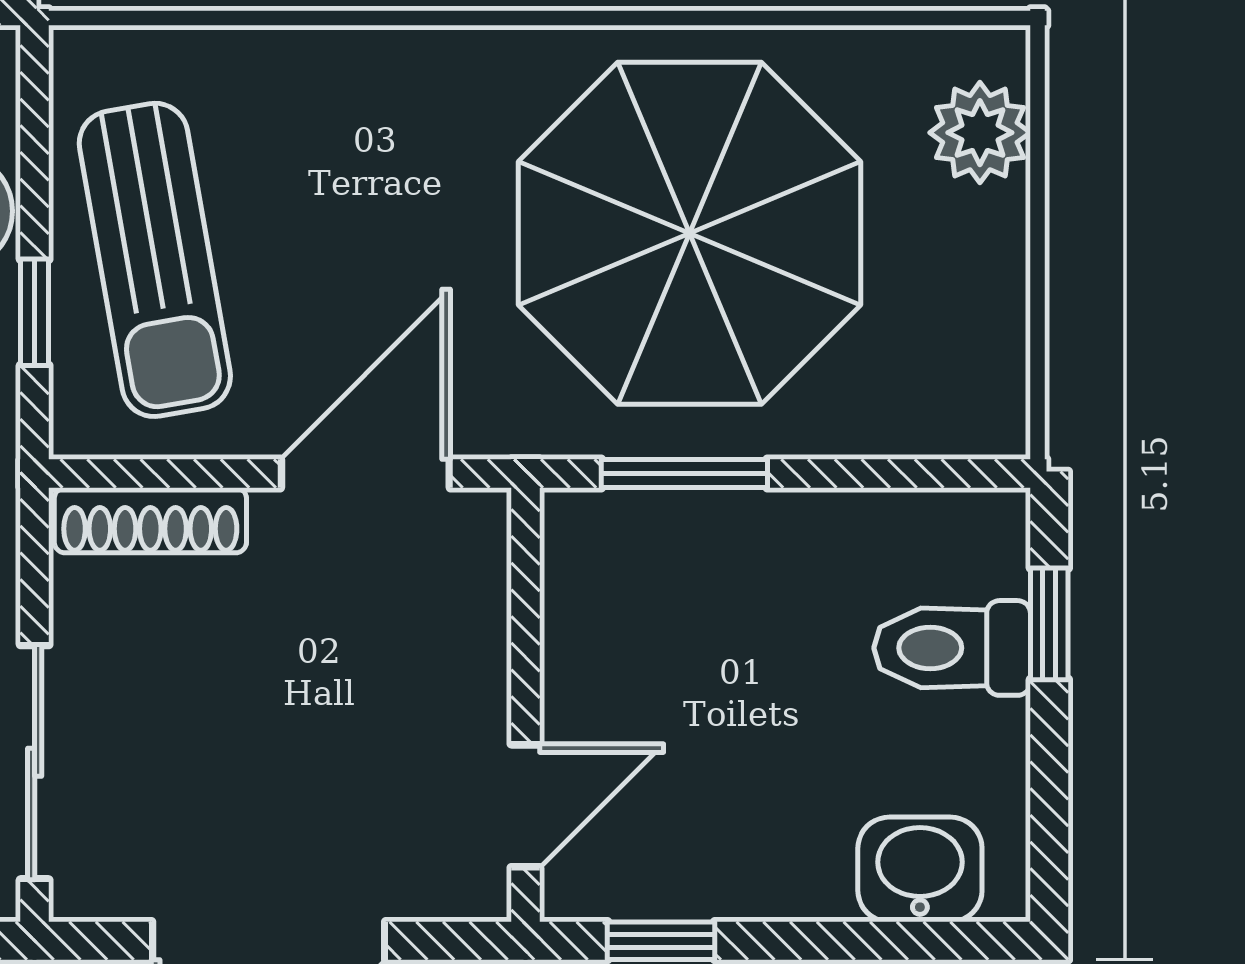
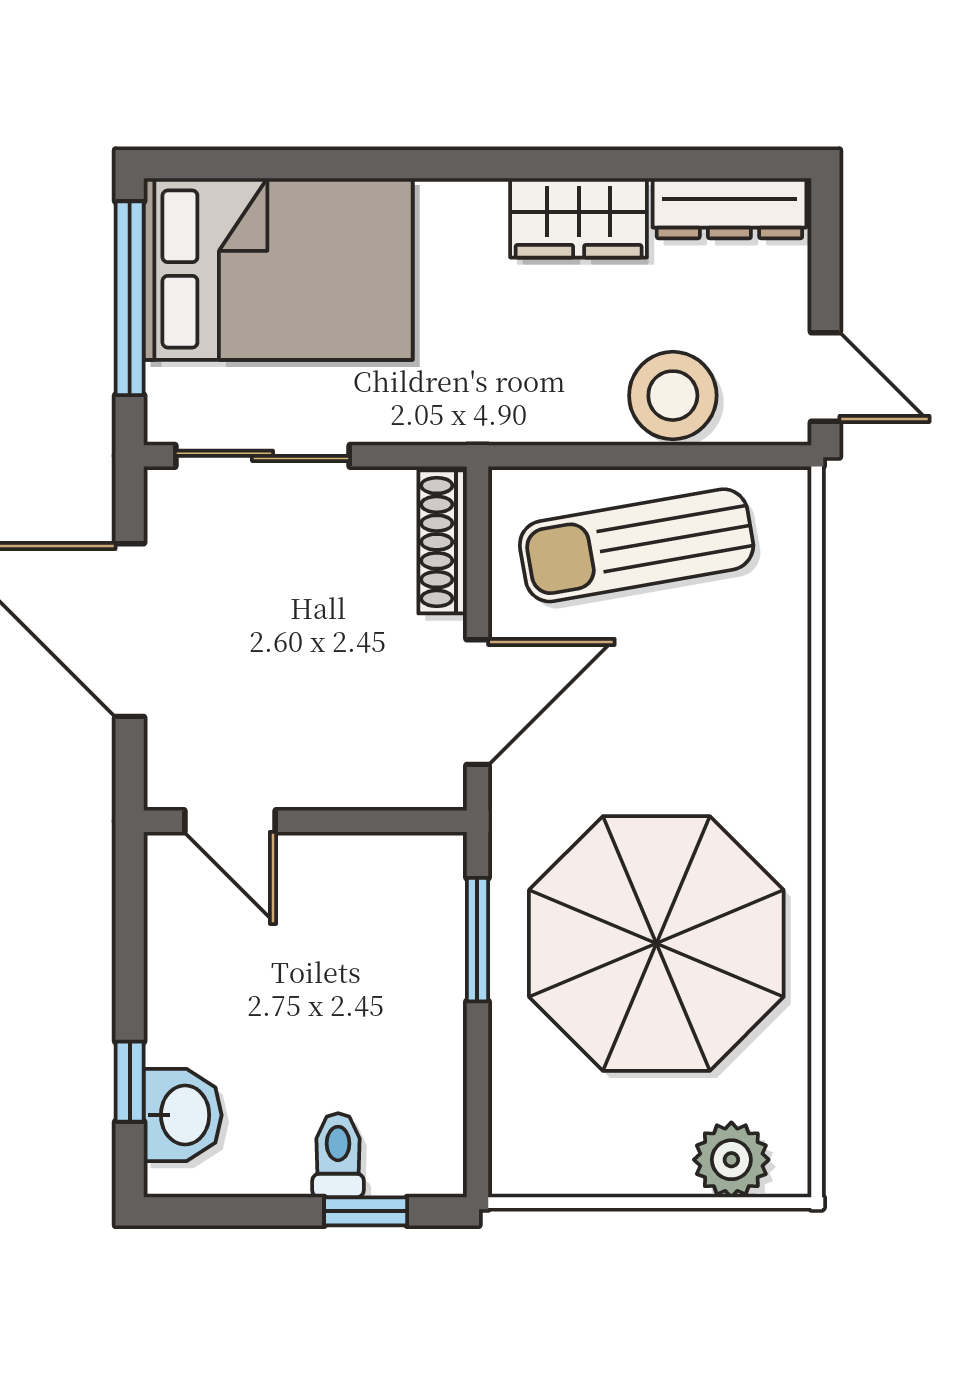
window: (35, 312) -> (597, 456), removed
door: (365, 474) -> (477, 702), hinge flipped
toilet: (952, 648) -> (338, 1155), width x0.73, depth x0.72
window: (661, 941) -> (130, 1082), moved

